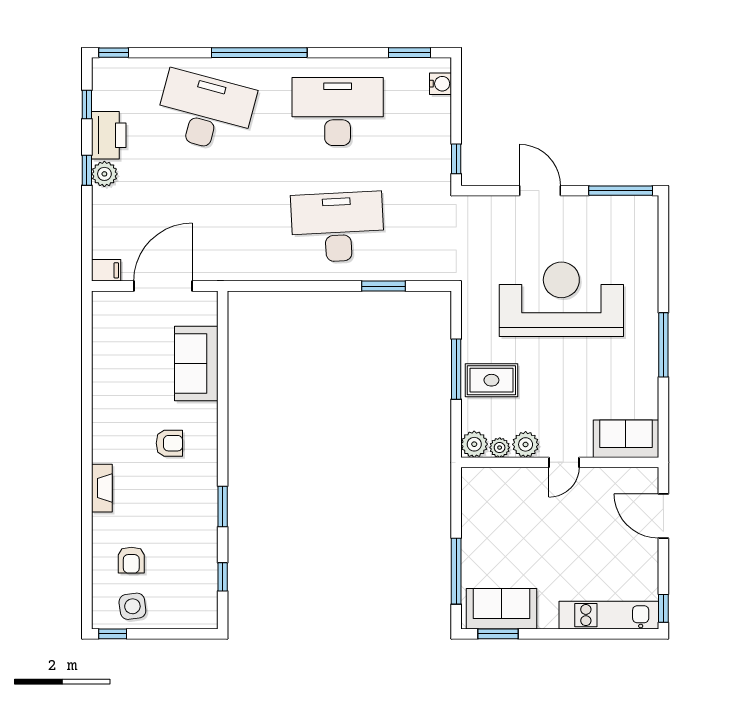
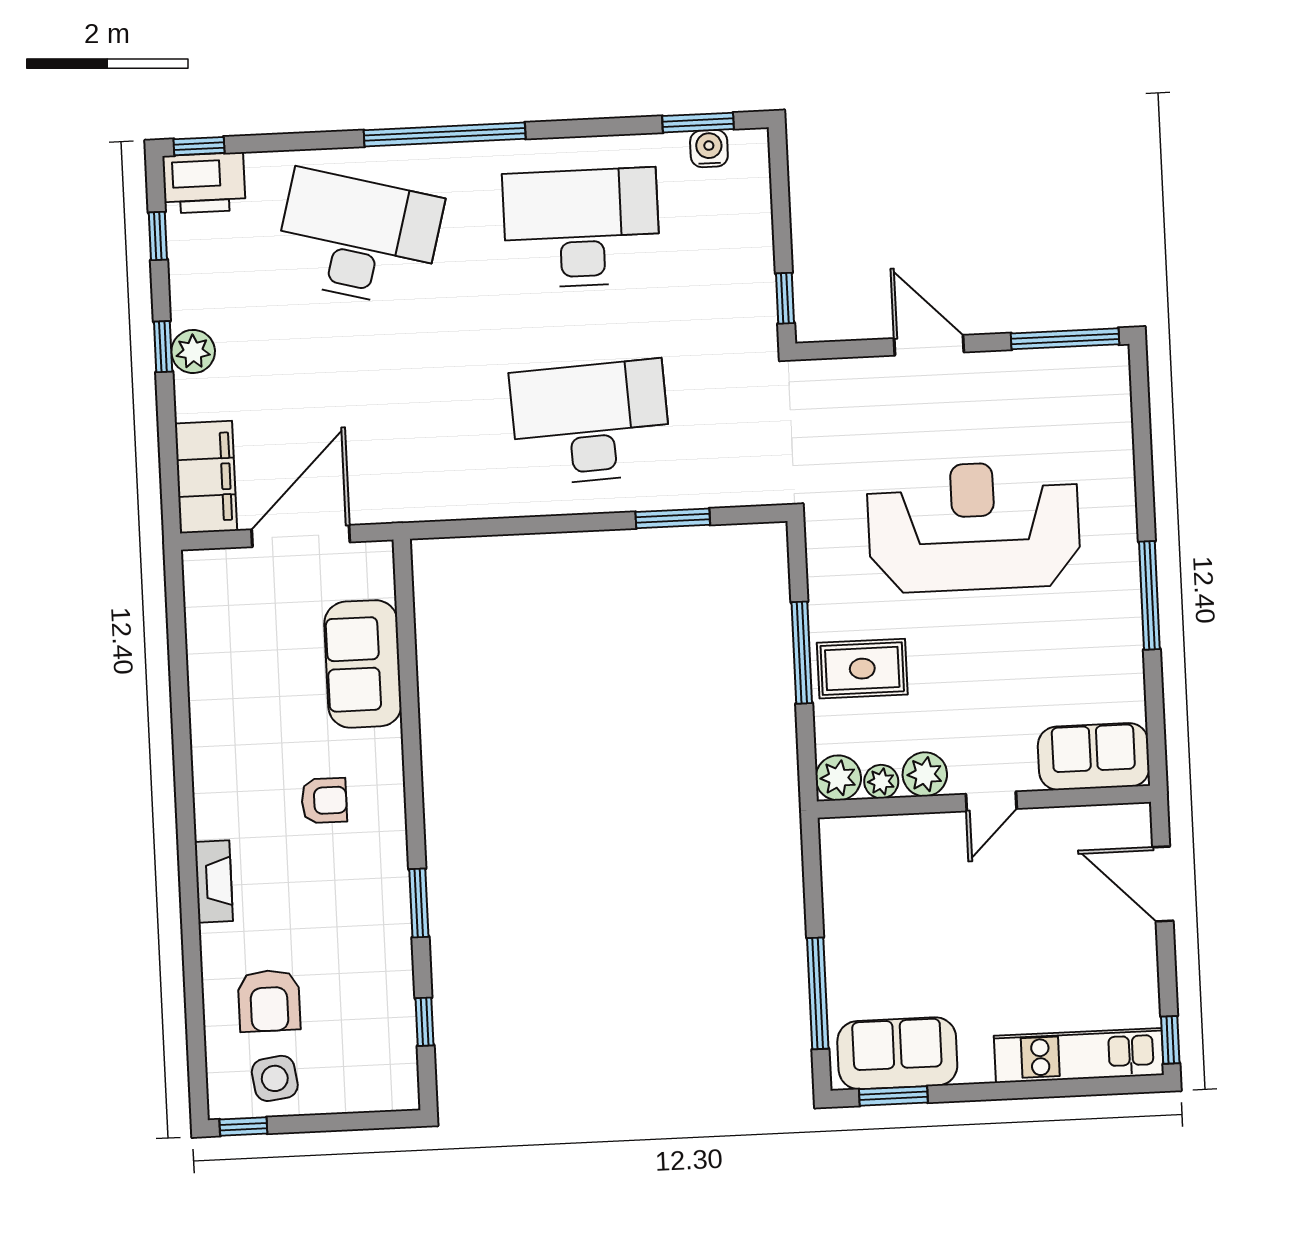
water cooler: (440, 84) -> (709, 149), moved, turned -90
printer: (109, 135) -> (204, 183), moved, turned 90
filing cabinet: (106, 270) -> (206, 477), width x3.00, depth x1.17
armchair: (131, 560) -> (269, 1001), width x1.38, depth x1.38

